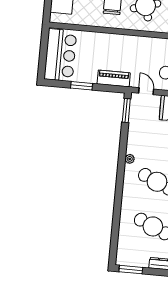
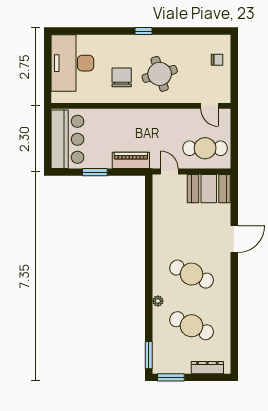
window: (126, 110) -> (149, 355), moved
plant: (130, 159) -> (158, 301), moved

